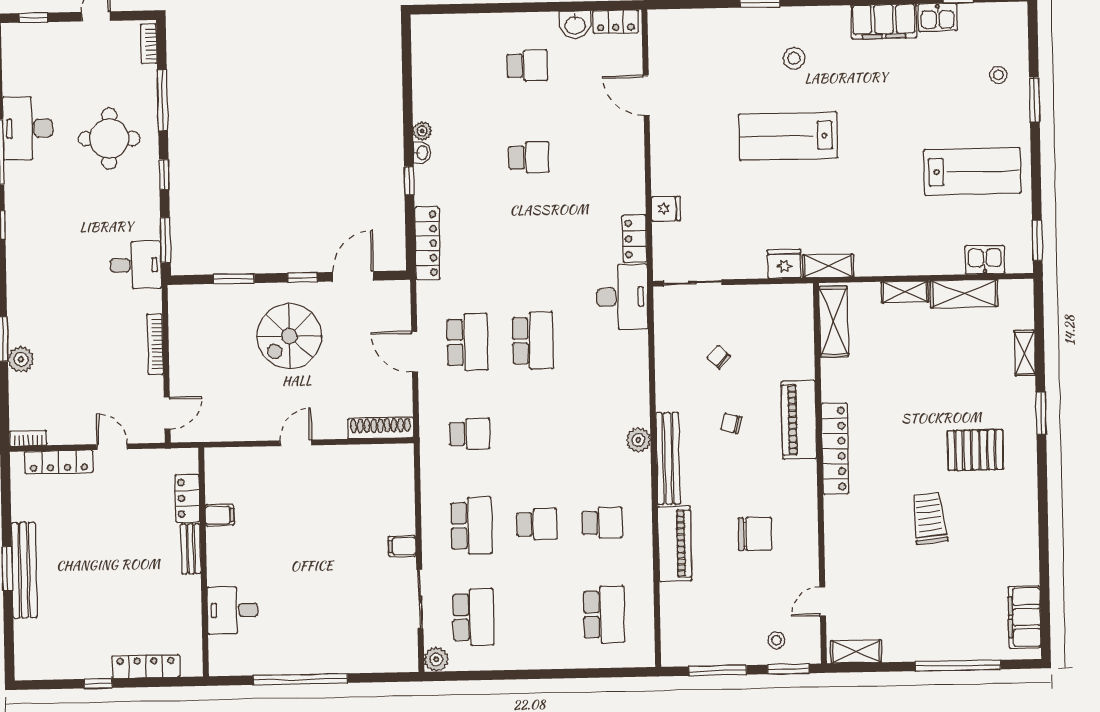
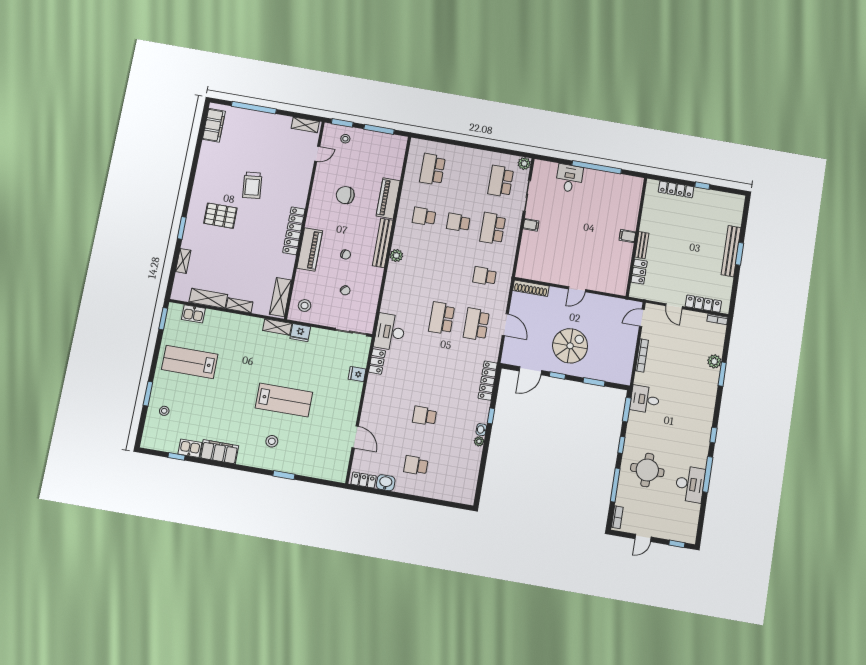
stool: (787, 315) -> (305, 306), added
filing cabinet: (220, 515) -> (627, 236), moved
desk: (233, 610) -> (569, 178), moved, turned -90

